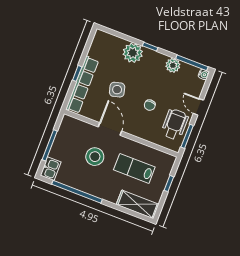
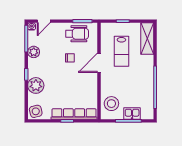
side table: (117, 90) -> (36, 111), moved
door: (198, 107) -> (44, 21), moved
wheelchair: (175, 124) -> (77, 34), turned 180
door: (110, 129) -> (99, 63), moved
stool: (95, 157) -> (111, 104), moved
kitchen sink: (51, 169) -> (132, 113), moved

